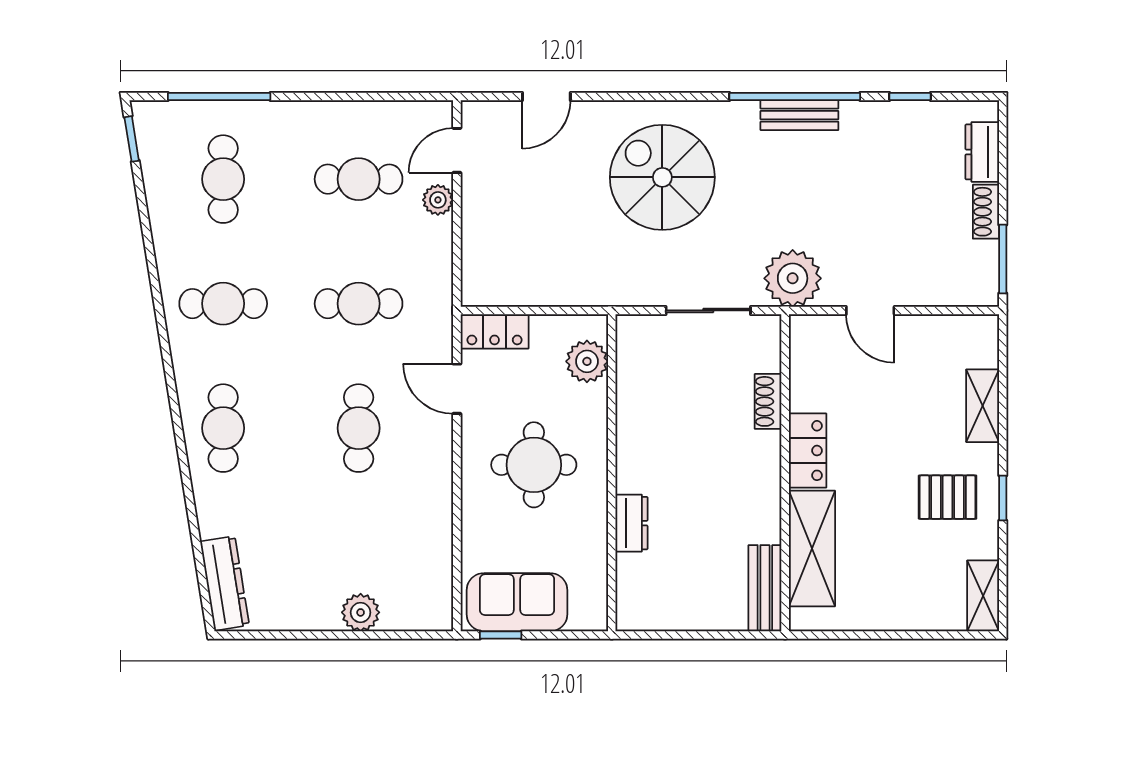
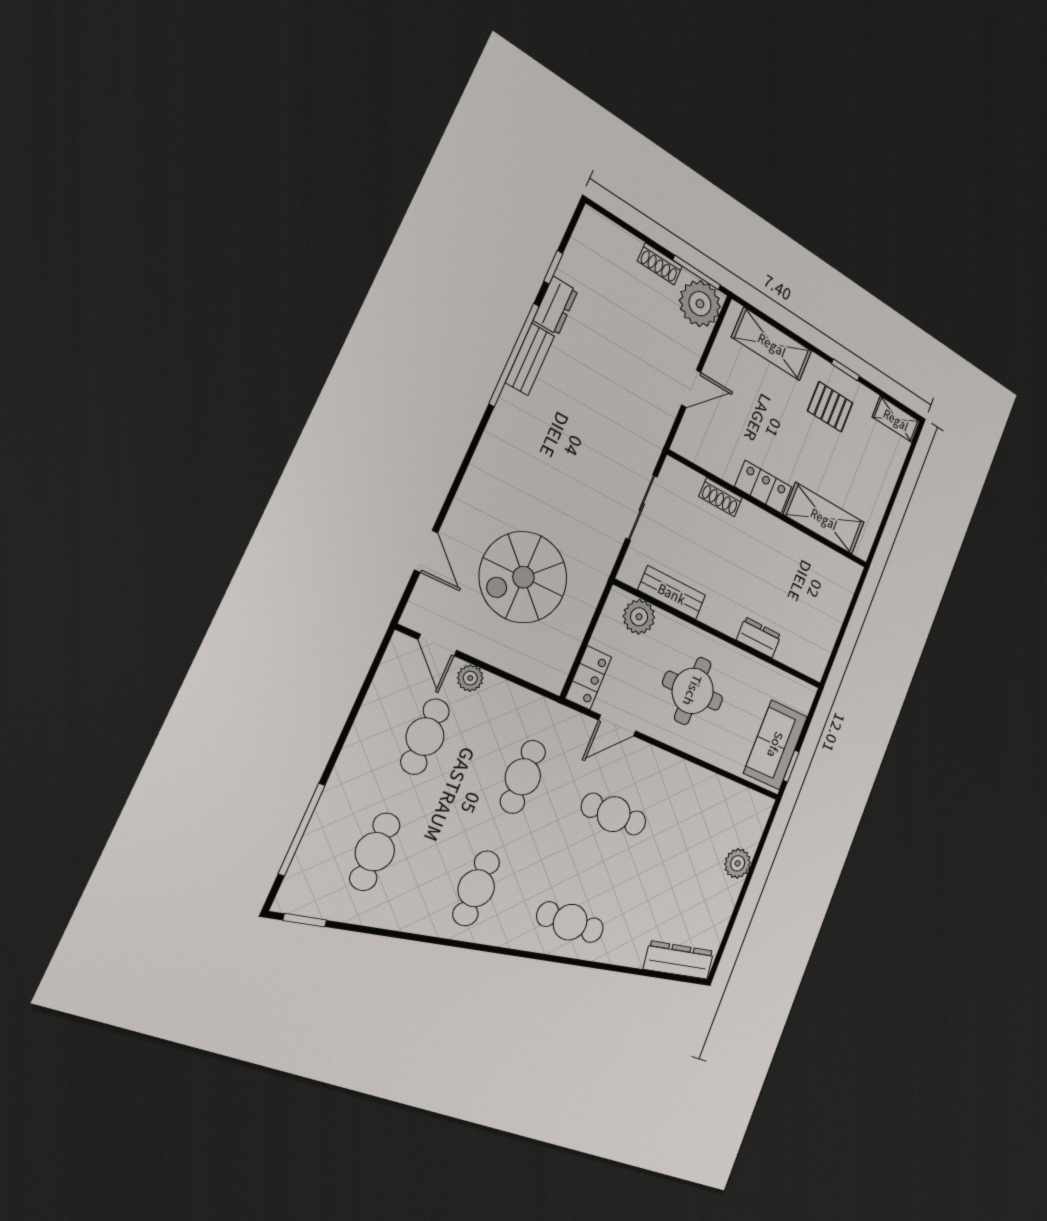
dresser: (982, 152) -> (556, 306), moved, turned -90
spiral stairs: (662, 177) -> (523, 577), moved
cafe table: (223, 179) -> (375, 852), turned 90
plant: (793, 278) -> (700, 304), moved
shelving: (983, 406) -> (772, 344), width x1.50, depth x1.33
pallet: (948, 497) -> (830, 407), turned 90
bench: (765, 588) -> (672, 593), moved

